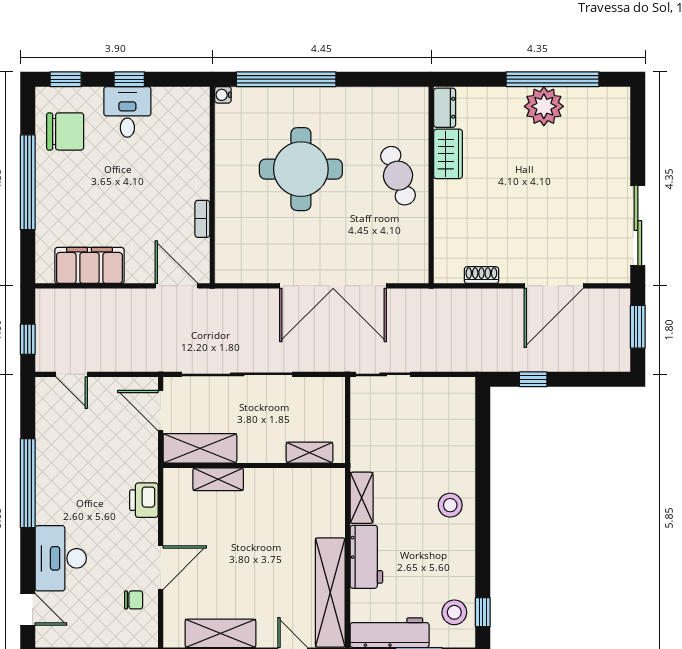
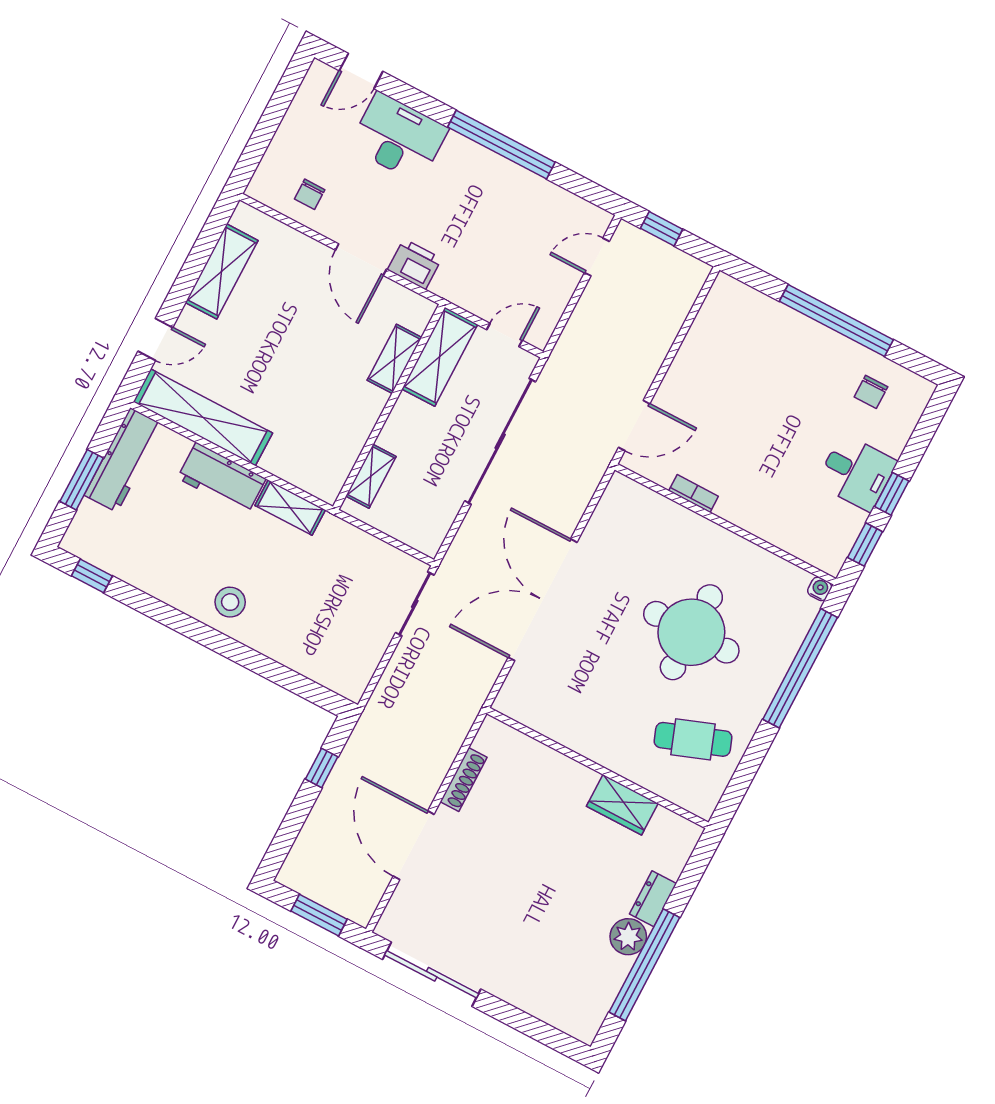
window: (66, 79) -> (865, 545), moved
plant: (544, 106) -> (628, 937), width x0.73, depth x0.73
dresser: (445, 108) -> (653, 899), moved, turned 90
chair: (65, 131) -> (871, 392), width x0.54, depth x0.54
cafe table: (398, 176) -> (693, 739), moved
filing cabinet: (89, 265) -> (708, 341), removed
shoe rack: (481, 275) -> (464, 779), width x1.43
door: (161, 411) -> (504, 335), width x0.73
door: (161, 568) -> (361, 260), moved
stool: (454, 612) -> (108, 544), removed

